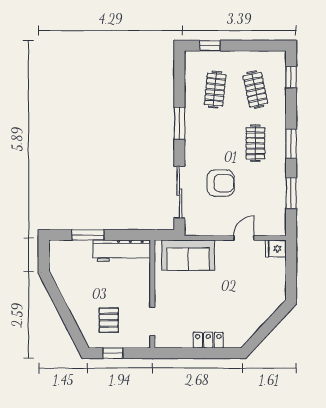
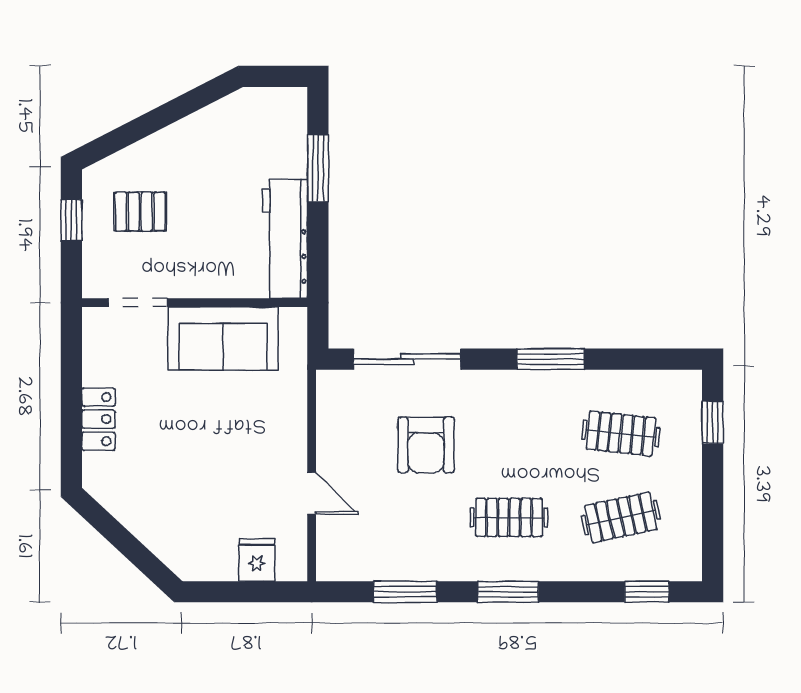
fridge: (276, 249) -> (257, 560), moved
sofa: (188, 255) -> (223, 339), moved, turned -90

